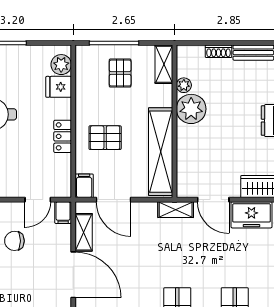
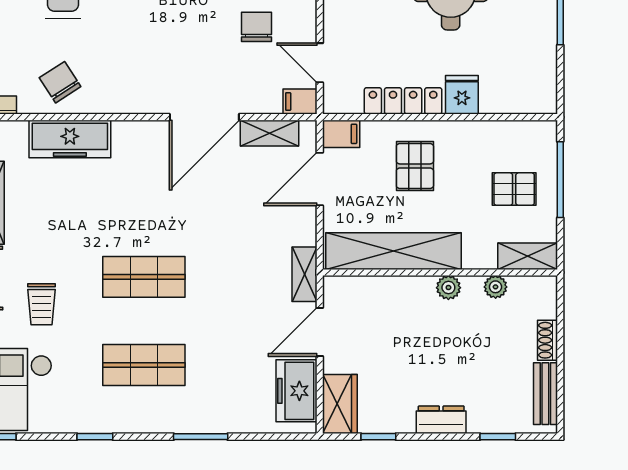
plant: (61, 65) -> (527, 99), removed
fridge: (59, 87) -> (462, 95), moved
plant: (191, 109) -> (448, 288), width x0.53, depth x0.53
locker: (63, 136) -> (403, 101), width x1.53

